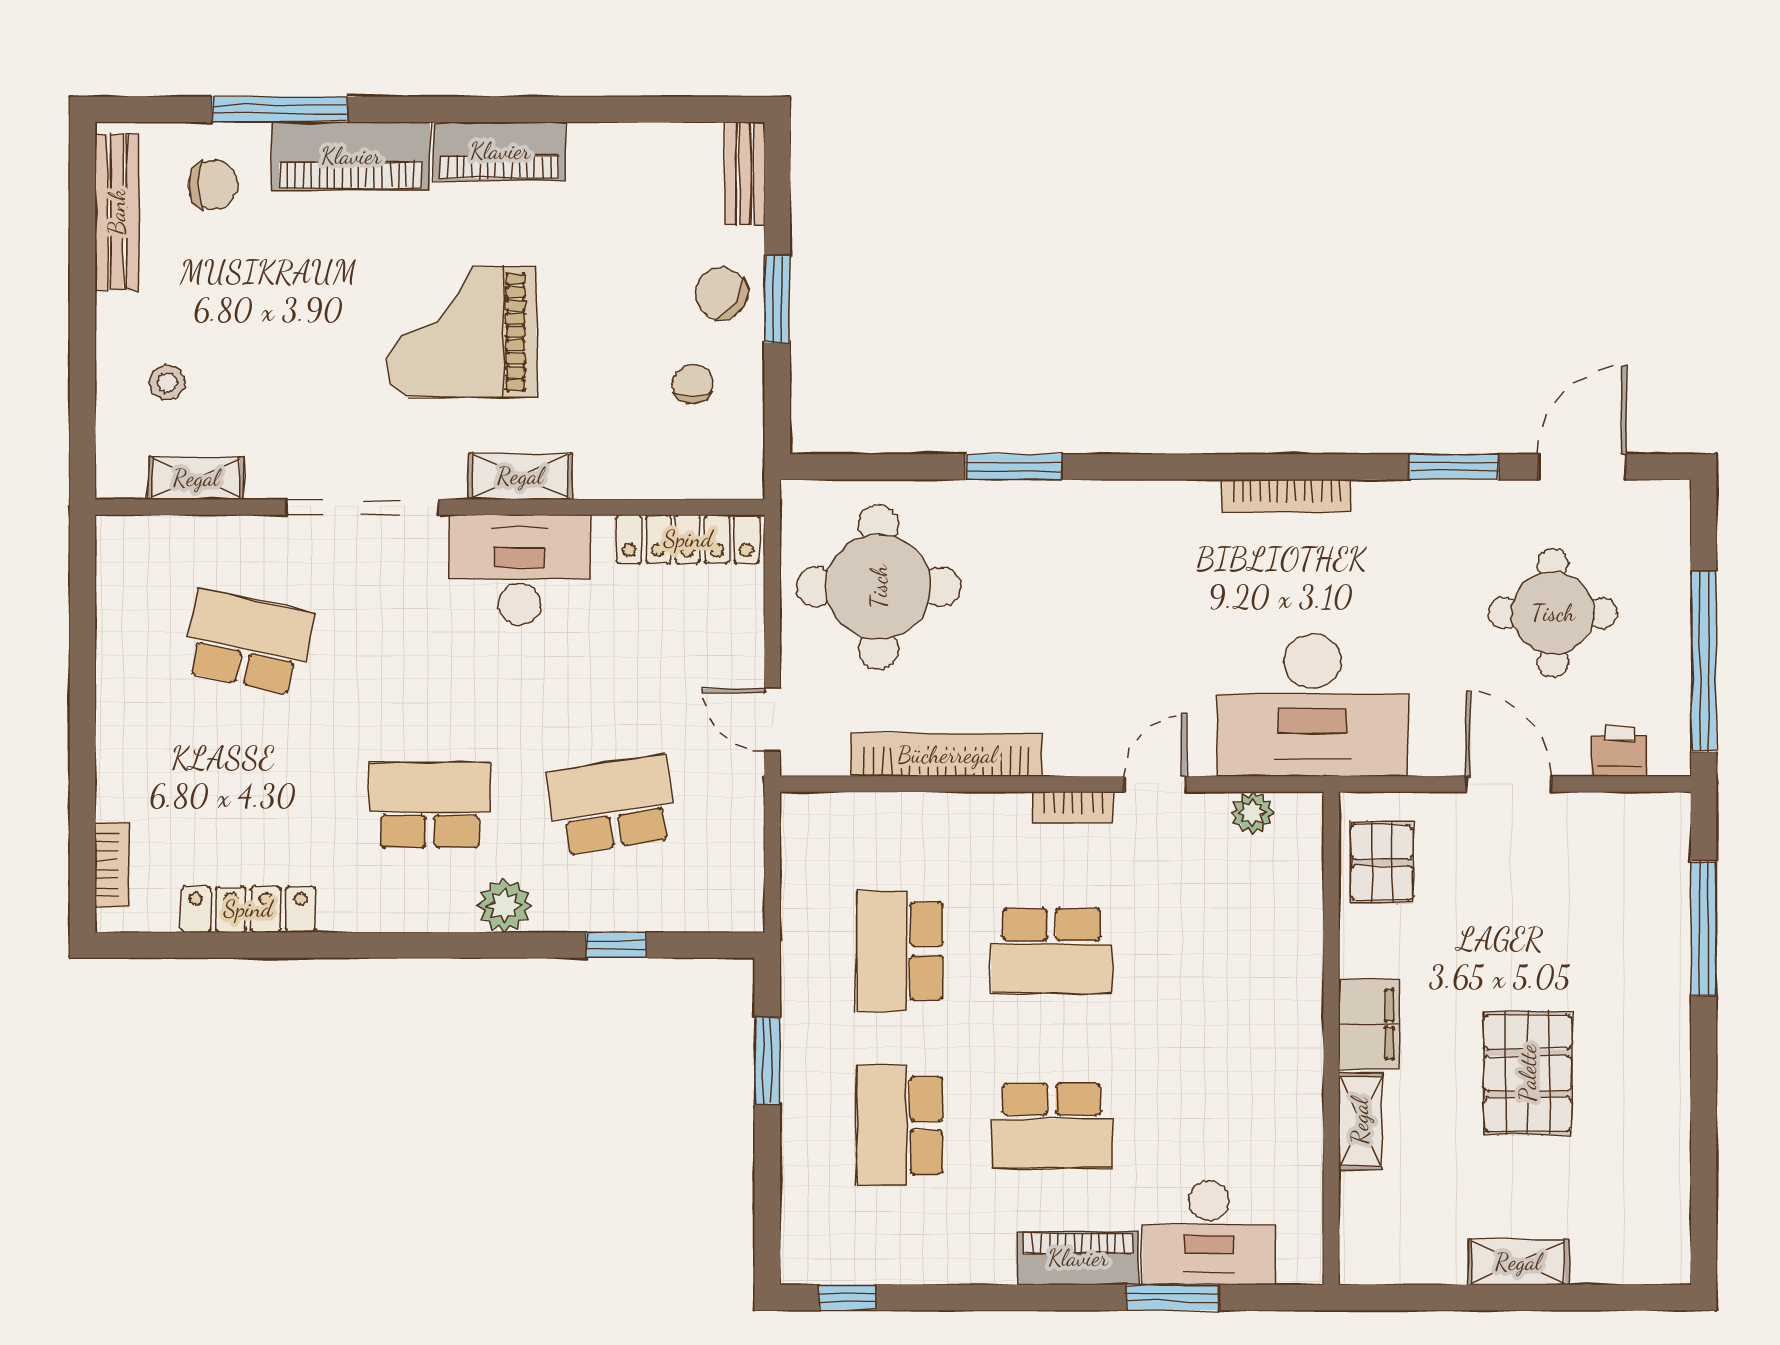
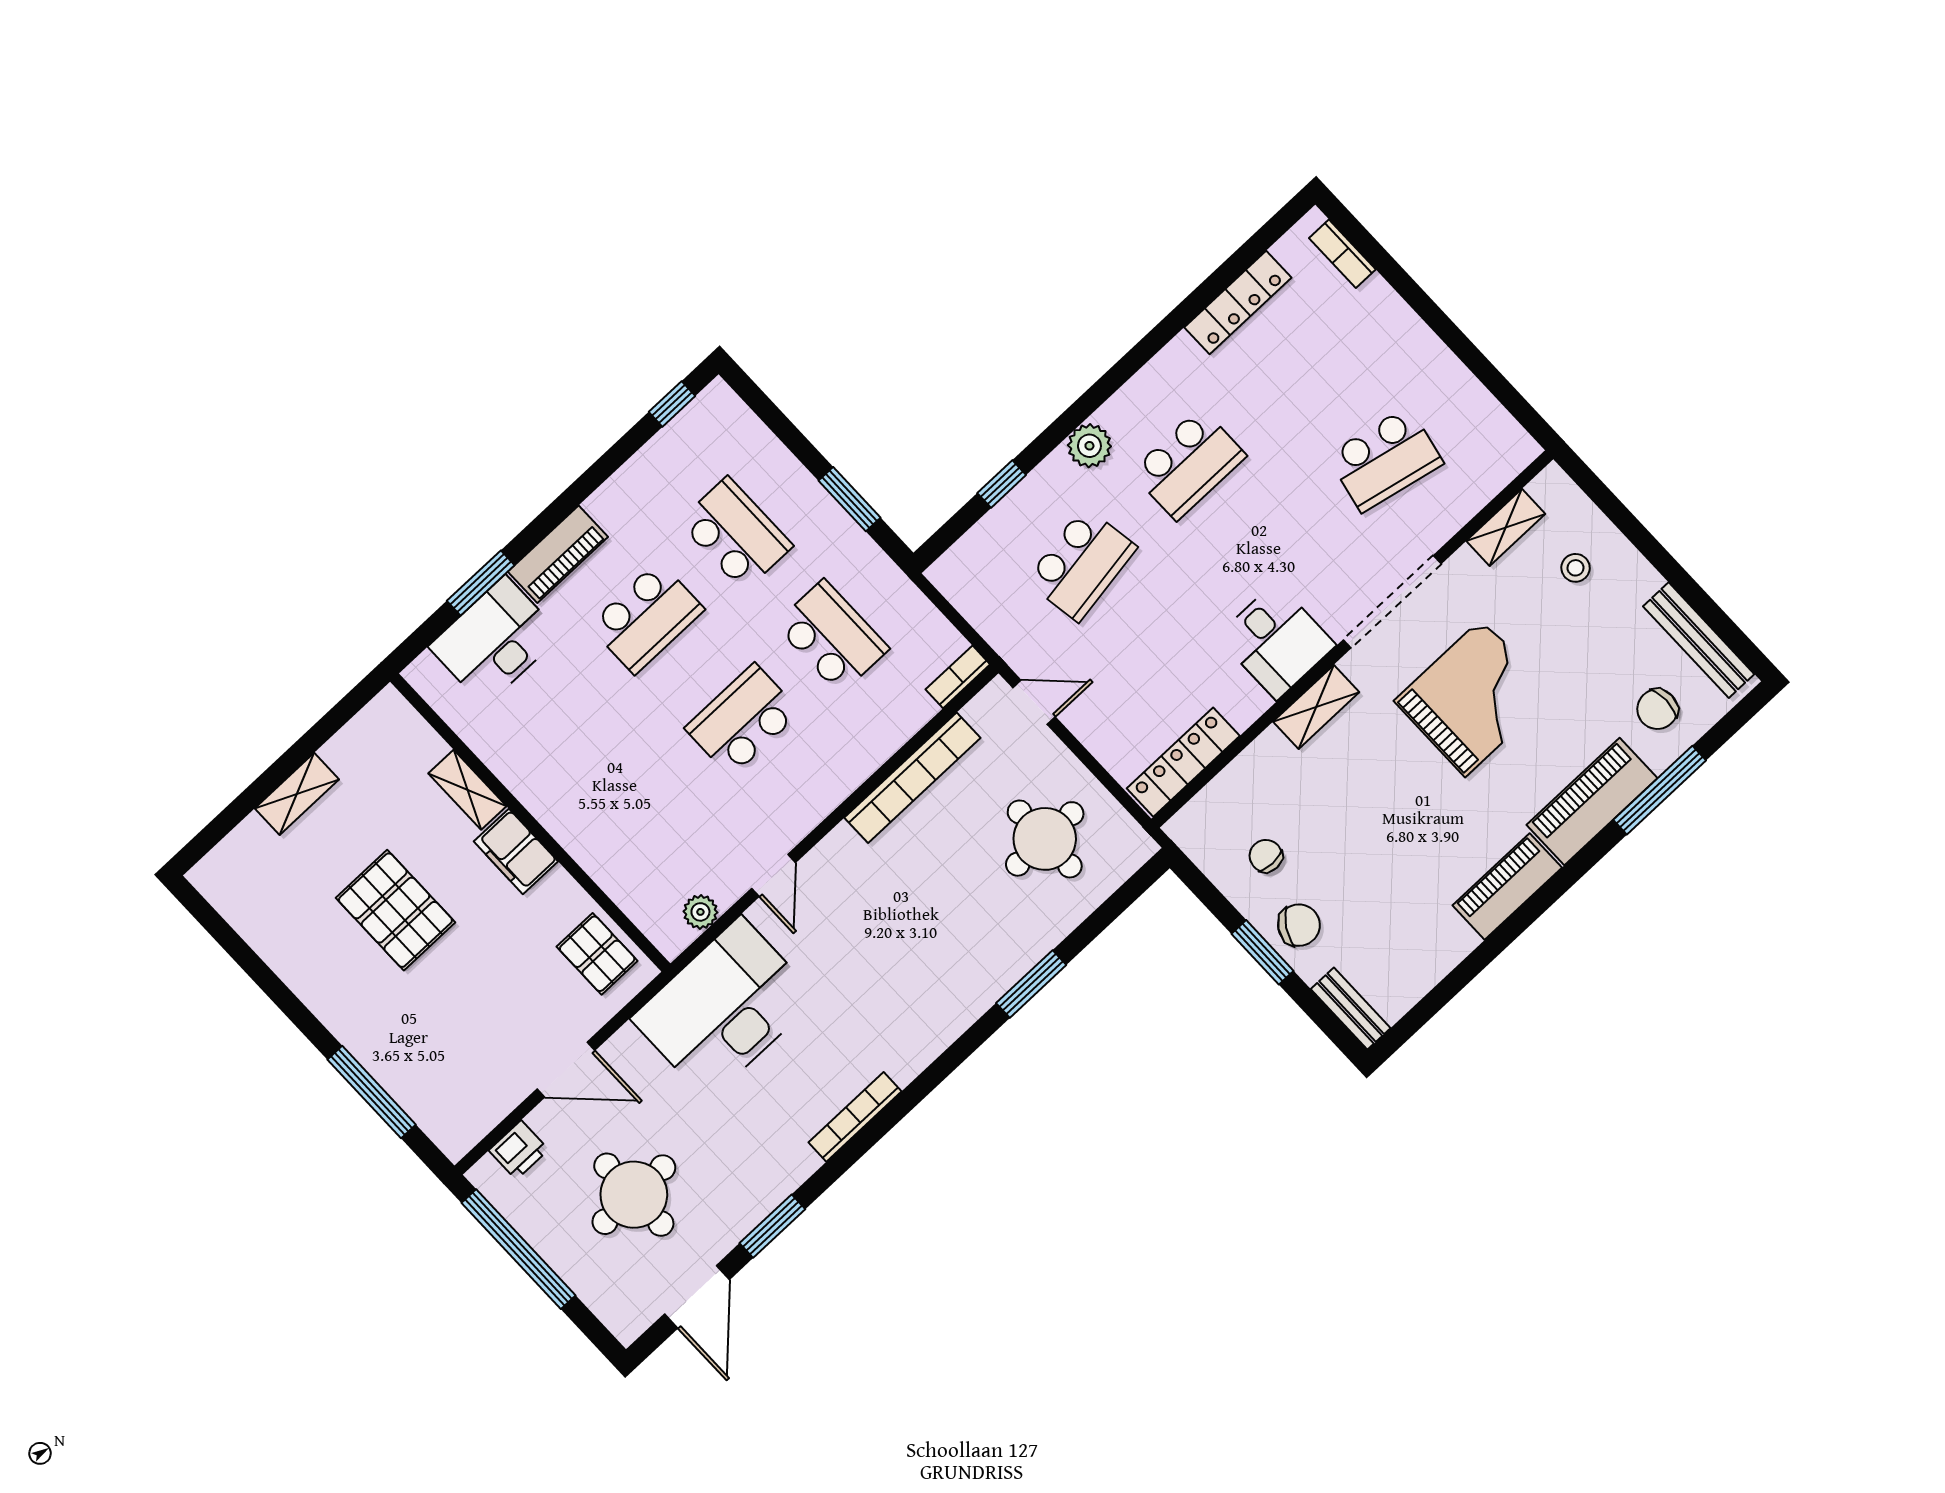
grand piano: (461, 332) -> (1473, 698), moved
chair: (692, 384) -> (1266, 856), turned 180
desk: (519, 570) -> (1276, 641), width x0.73
round table: (879, 587) -> (1045, 839), width x0.73, depth x0.73
bookcase: (1073, 808) -> (958, 677), moved
school desk: (1052, 1126) -> (646, 617), turned 180

